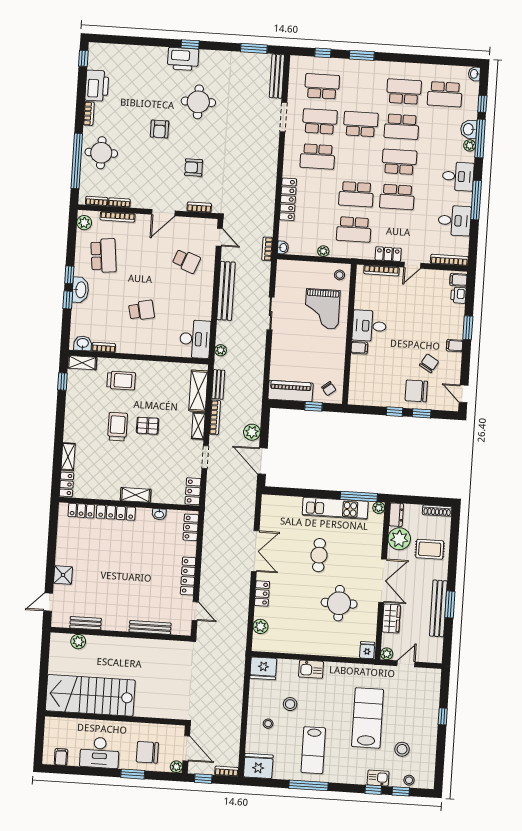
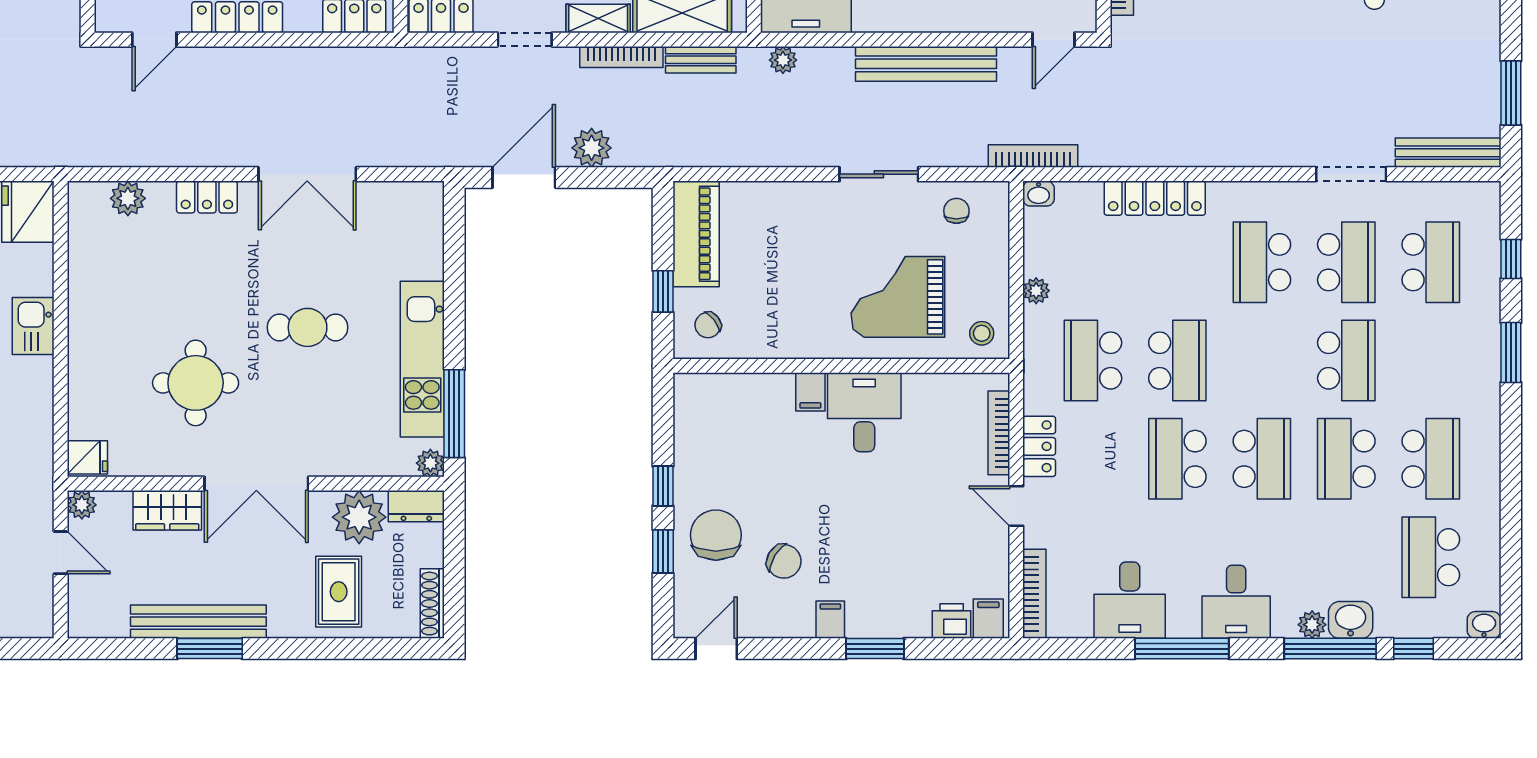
school desk: (356, 194) -> (1177, 361), turned 180
bookcase: (267, 249) -> (1033, 156), width x1.56
chair: (288, 282) -> (956, 211), added

